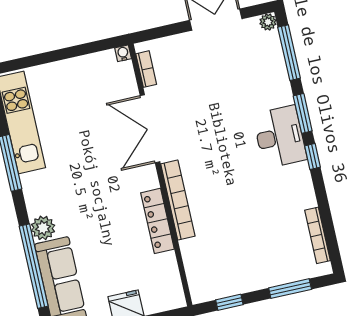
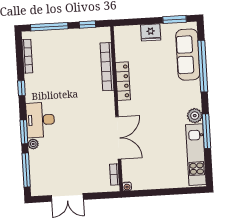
plant: (268, 22) -> (33, 144), moved
window: (312, 157) -> (21, 88), moved
bookcase: (178, 200) -> (107, 67), moved
plant: (43, 228) -> (195, 116), moved
window: (290, 289) -> (49, 27), width x1.44

